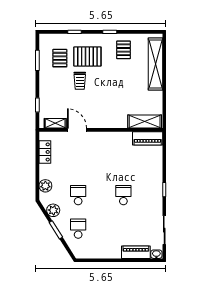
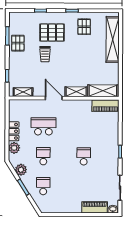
pallet: (60, 58) -> (18, 43), moved
shelving: (115, 123) -> (76, 92), added
door: (77, 130) -> (54, 98), moved
locker: (45, 152) -> (14, 131), moved
school desk: (78, 162) -> (43, 126), added

